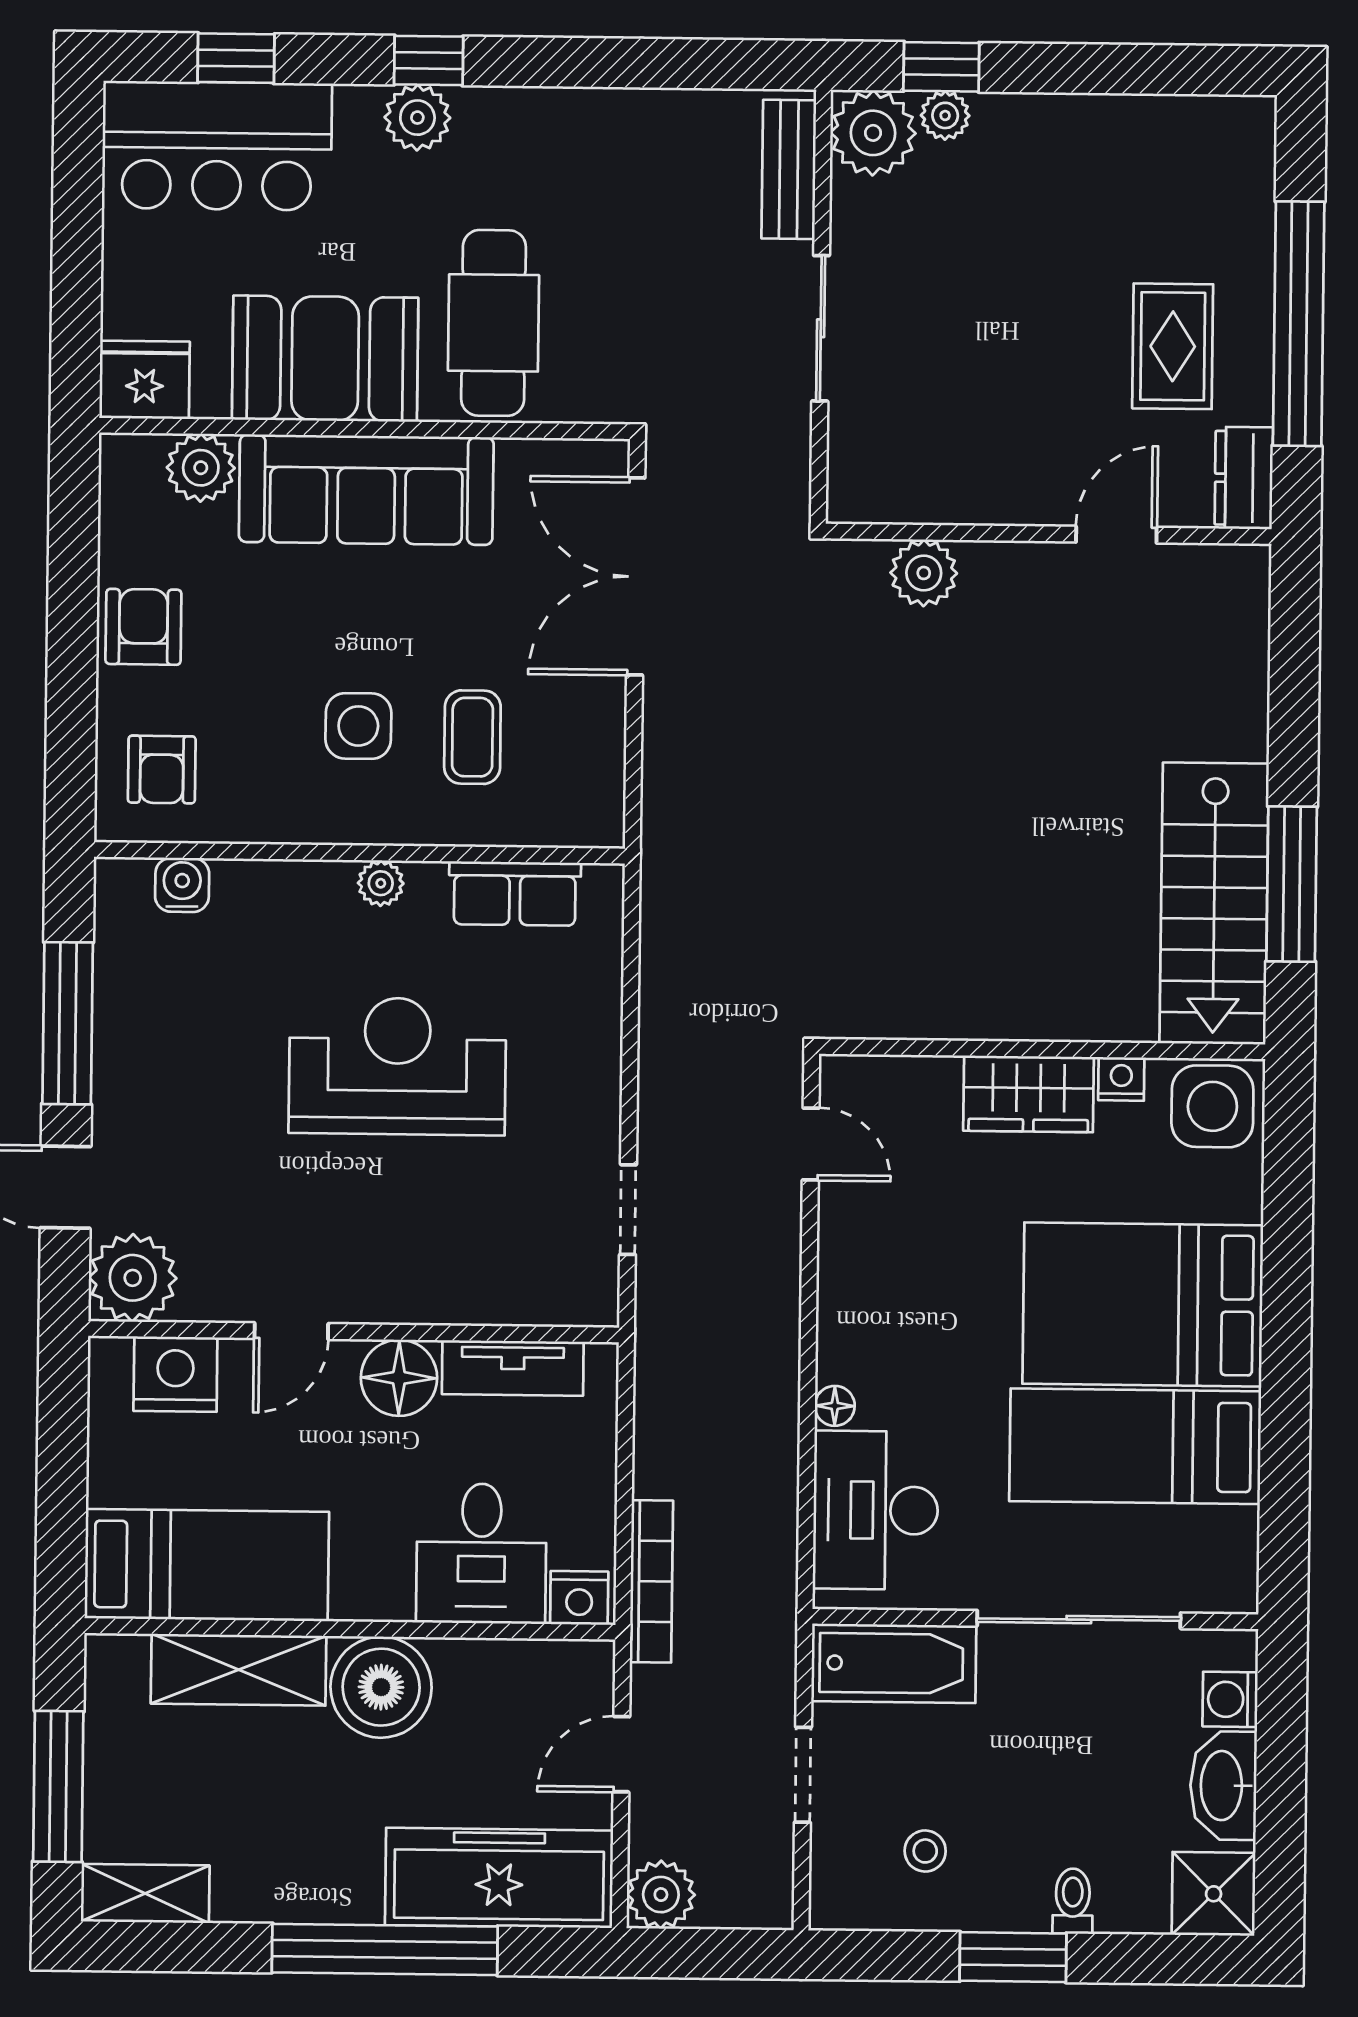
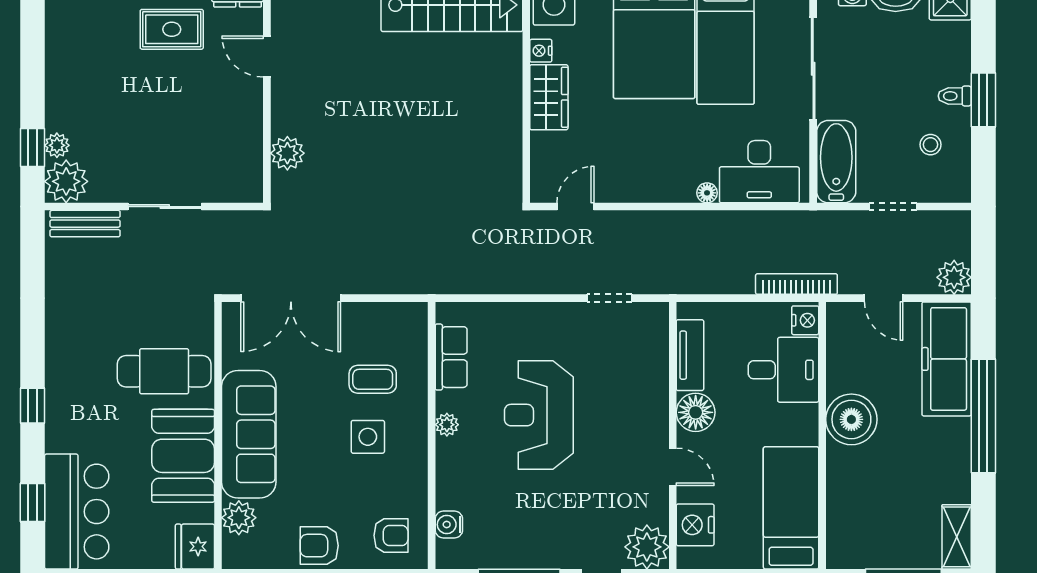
plant: (417, 118) -> (61, 411), removed
shelving: (238, 1670) -> (843, 491), removed
toilet: (1073, 1901) -> (955, 96), moved

